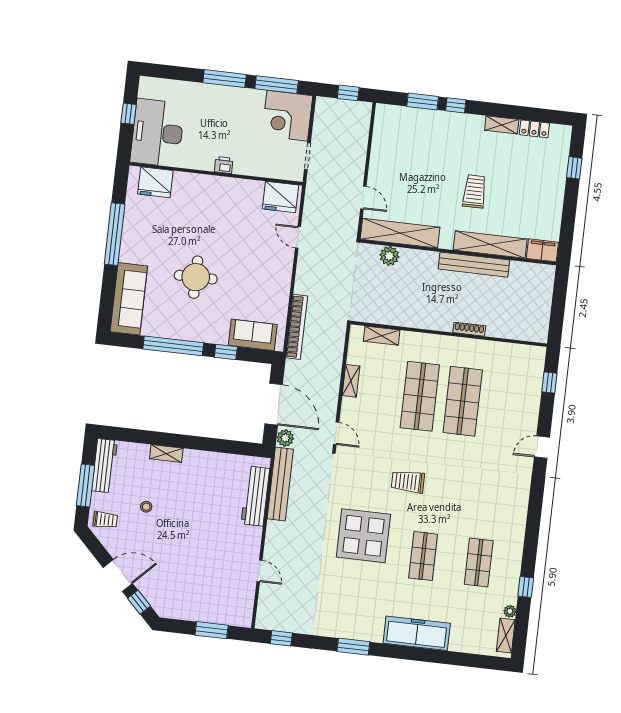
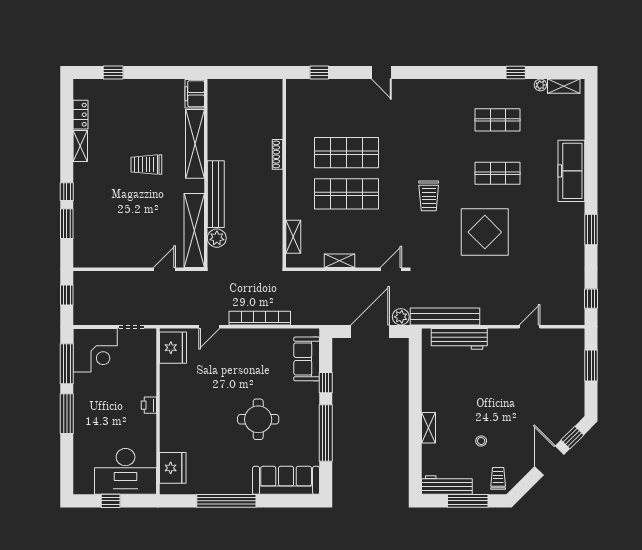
bench: (474, 265) -> (216, 194), moved
bookcase: (297, 327) -> (260, 318), moved

